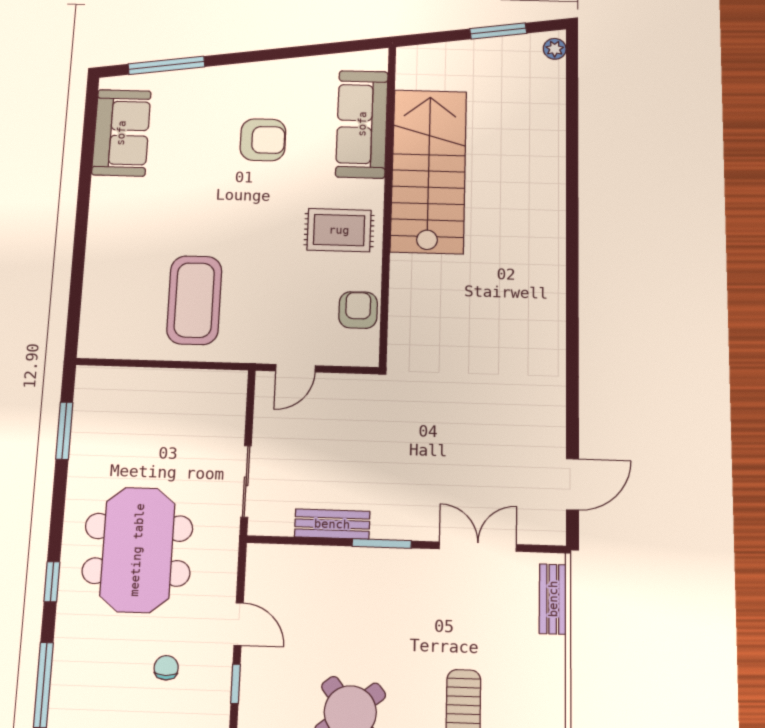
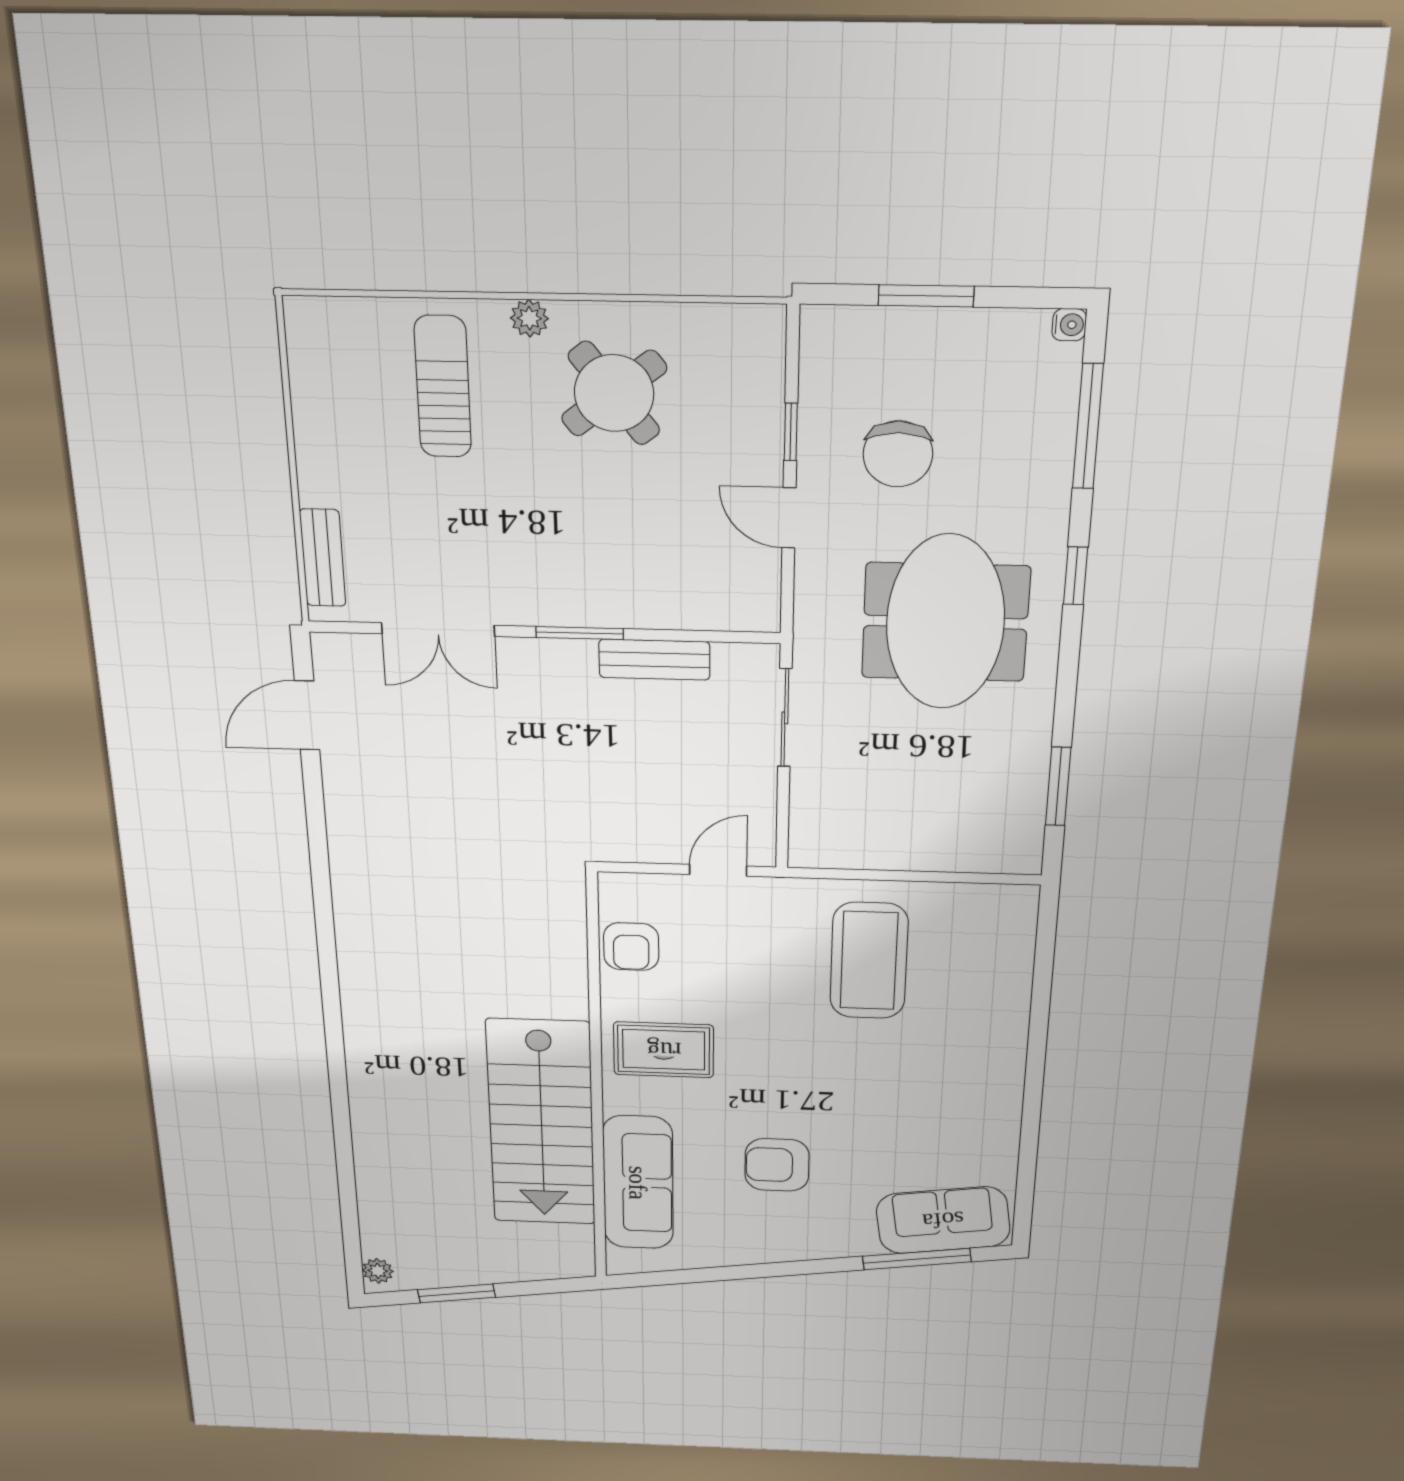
sofa: (121, 133) -> (943, 1220), moved, turned 82
chair: (166, 668) -> (898, 454), width x1.87, depth x1.87

